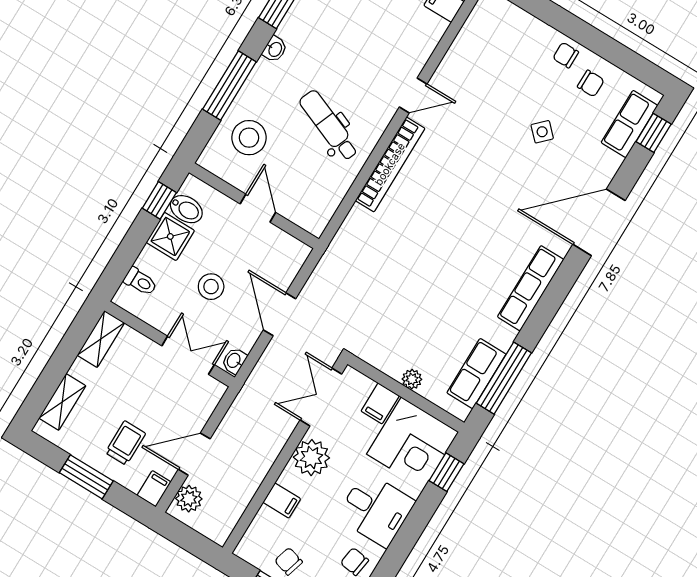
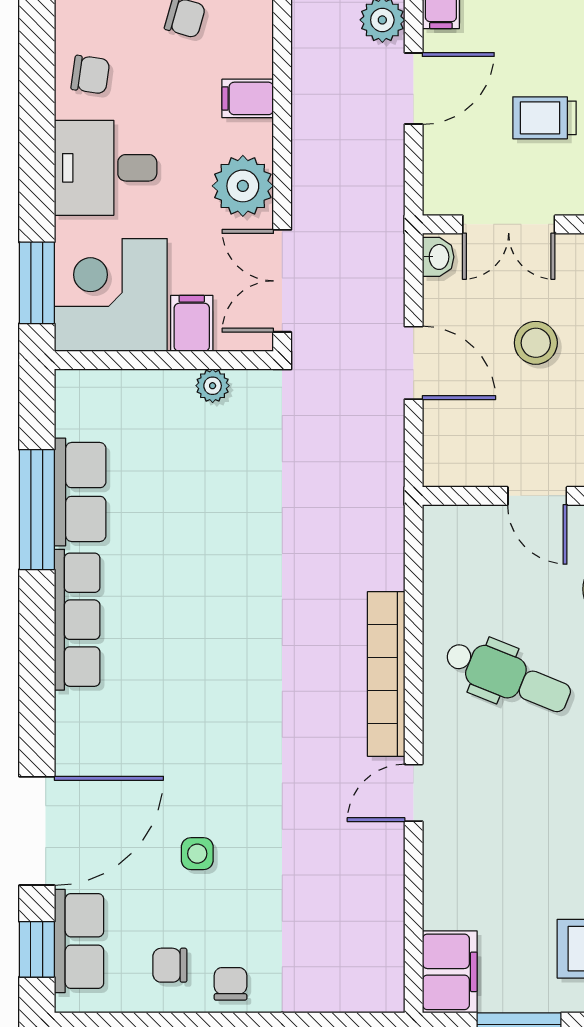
chair: (566, 55) -> (230, 984), turned -90
side table: (542, 132) -> (197, 854), turned 45
door: (599, 222) -> (37, 831), moved
row of seats: (476, 374) -> (80, 492), moved
window: (504, 378) -> (37, 510), moved
plant: (412, 379) -> (213, 386), moved
double door: (321, 397) -> (282, 281), swing flipped
trolley: (125, 443) -> (545, 118), moved, turned 90
window: (446, 472) -> (37, 283), width x1.50

